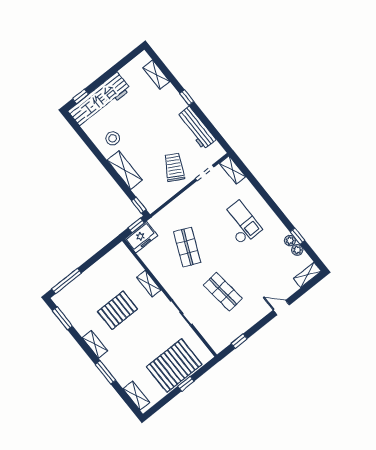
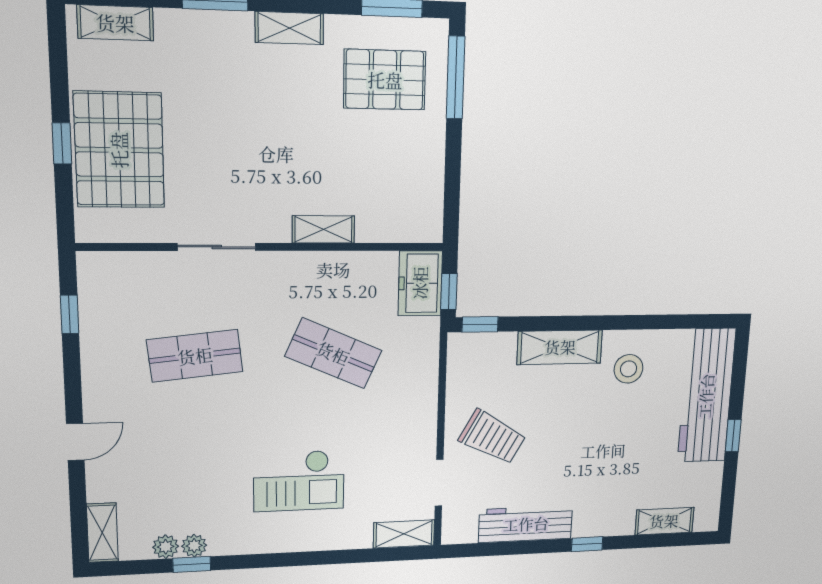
window: (81, 96) -> (733, 436), moved
pallet: (118, 310) -> (385, 80), moved, turned 90

